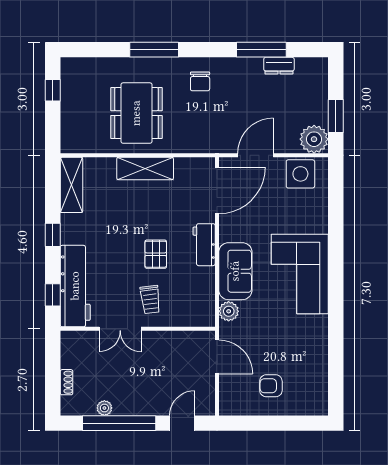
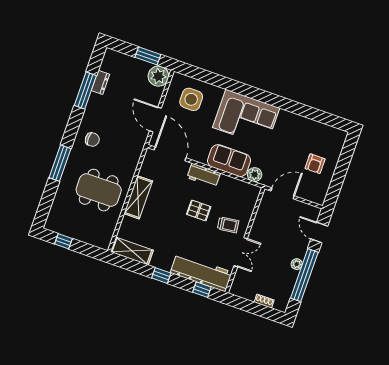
side table: (300, 174) -> (191, 99), moved
plant: (104, 408) -> (297, 264), moved

